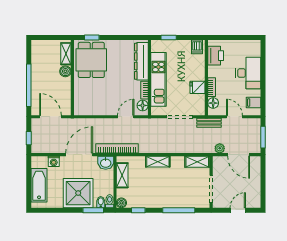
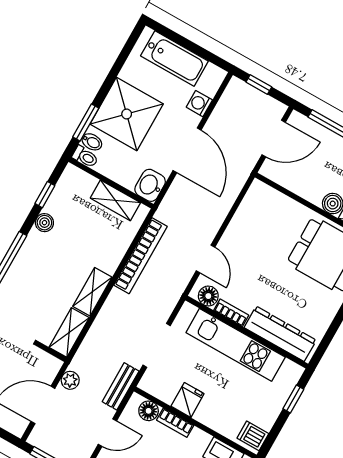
bookcase: (117, 148) -> (140, 256), moved
shelving: (158, 162) -> (92, 292), moved
boiler: (121, 203) -> (44, 223), moved

